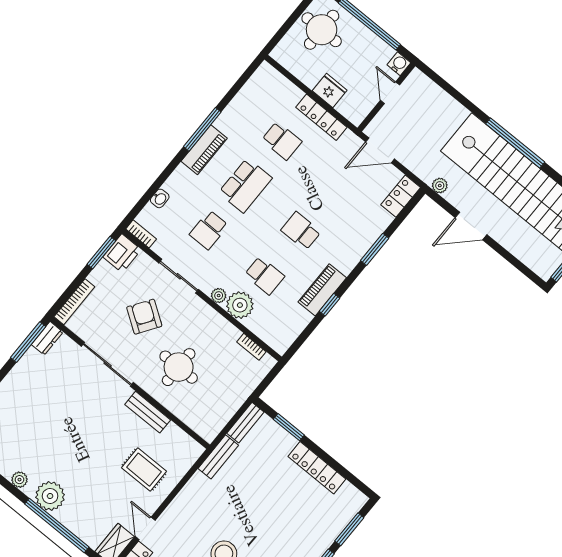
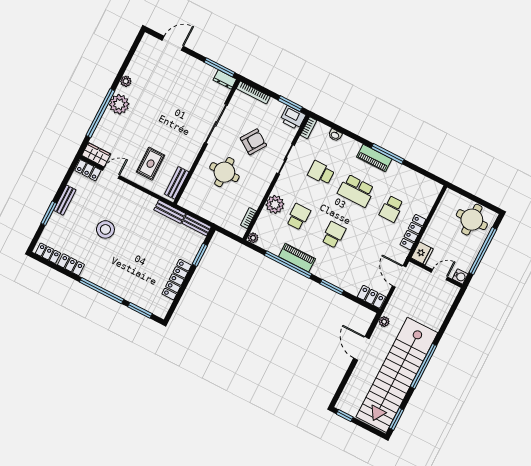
fridge: (330, 90) -> (422, 253), moved
school desk: (265, 275) -> (298, 217), turned 180
plant: (219, 296) -> (253, 238), moved
window: (329, 305) -> (288, 265), width x3.17
bench: (148, 412) -> (177, 183), moved

